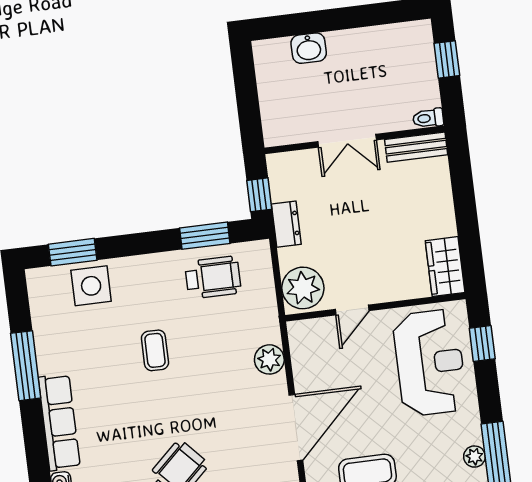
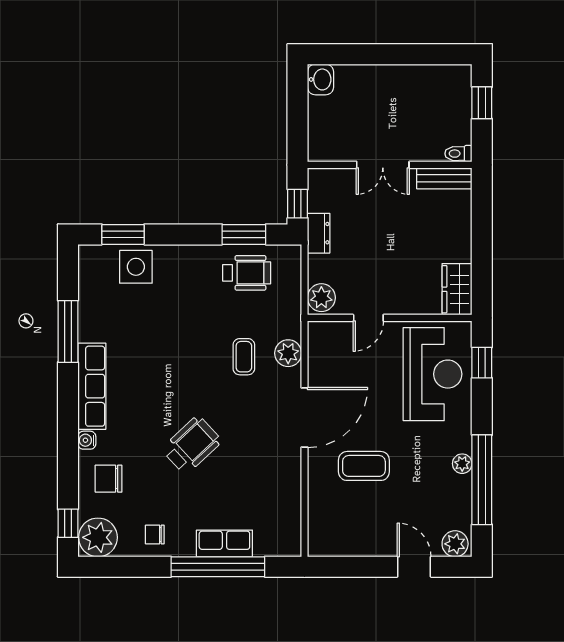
washbasin: (309, 48) -> (320, 79), moved, turned -90
plant: (303, 288) -> (321, 298), width x0.73, depth x0.73
coffee table: (155, 350) -> (244, 357), moved

